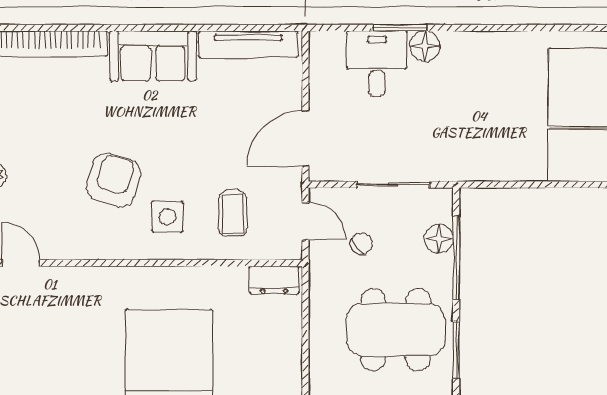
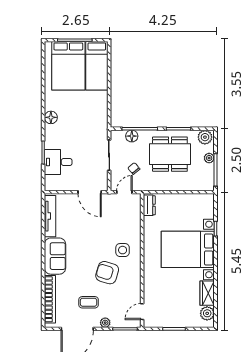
floor lamp: (425, 46) -> (51, 117), moved
coffee table: (233, 213) -> (89, 302), moved
dining table: (396, 330) -> (170, 154), turned 90

